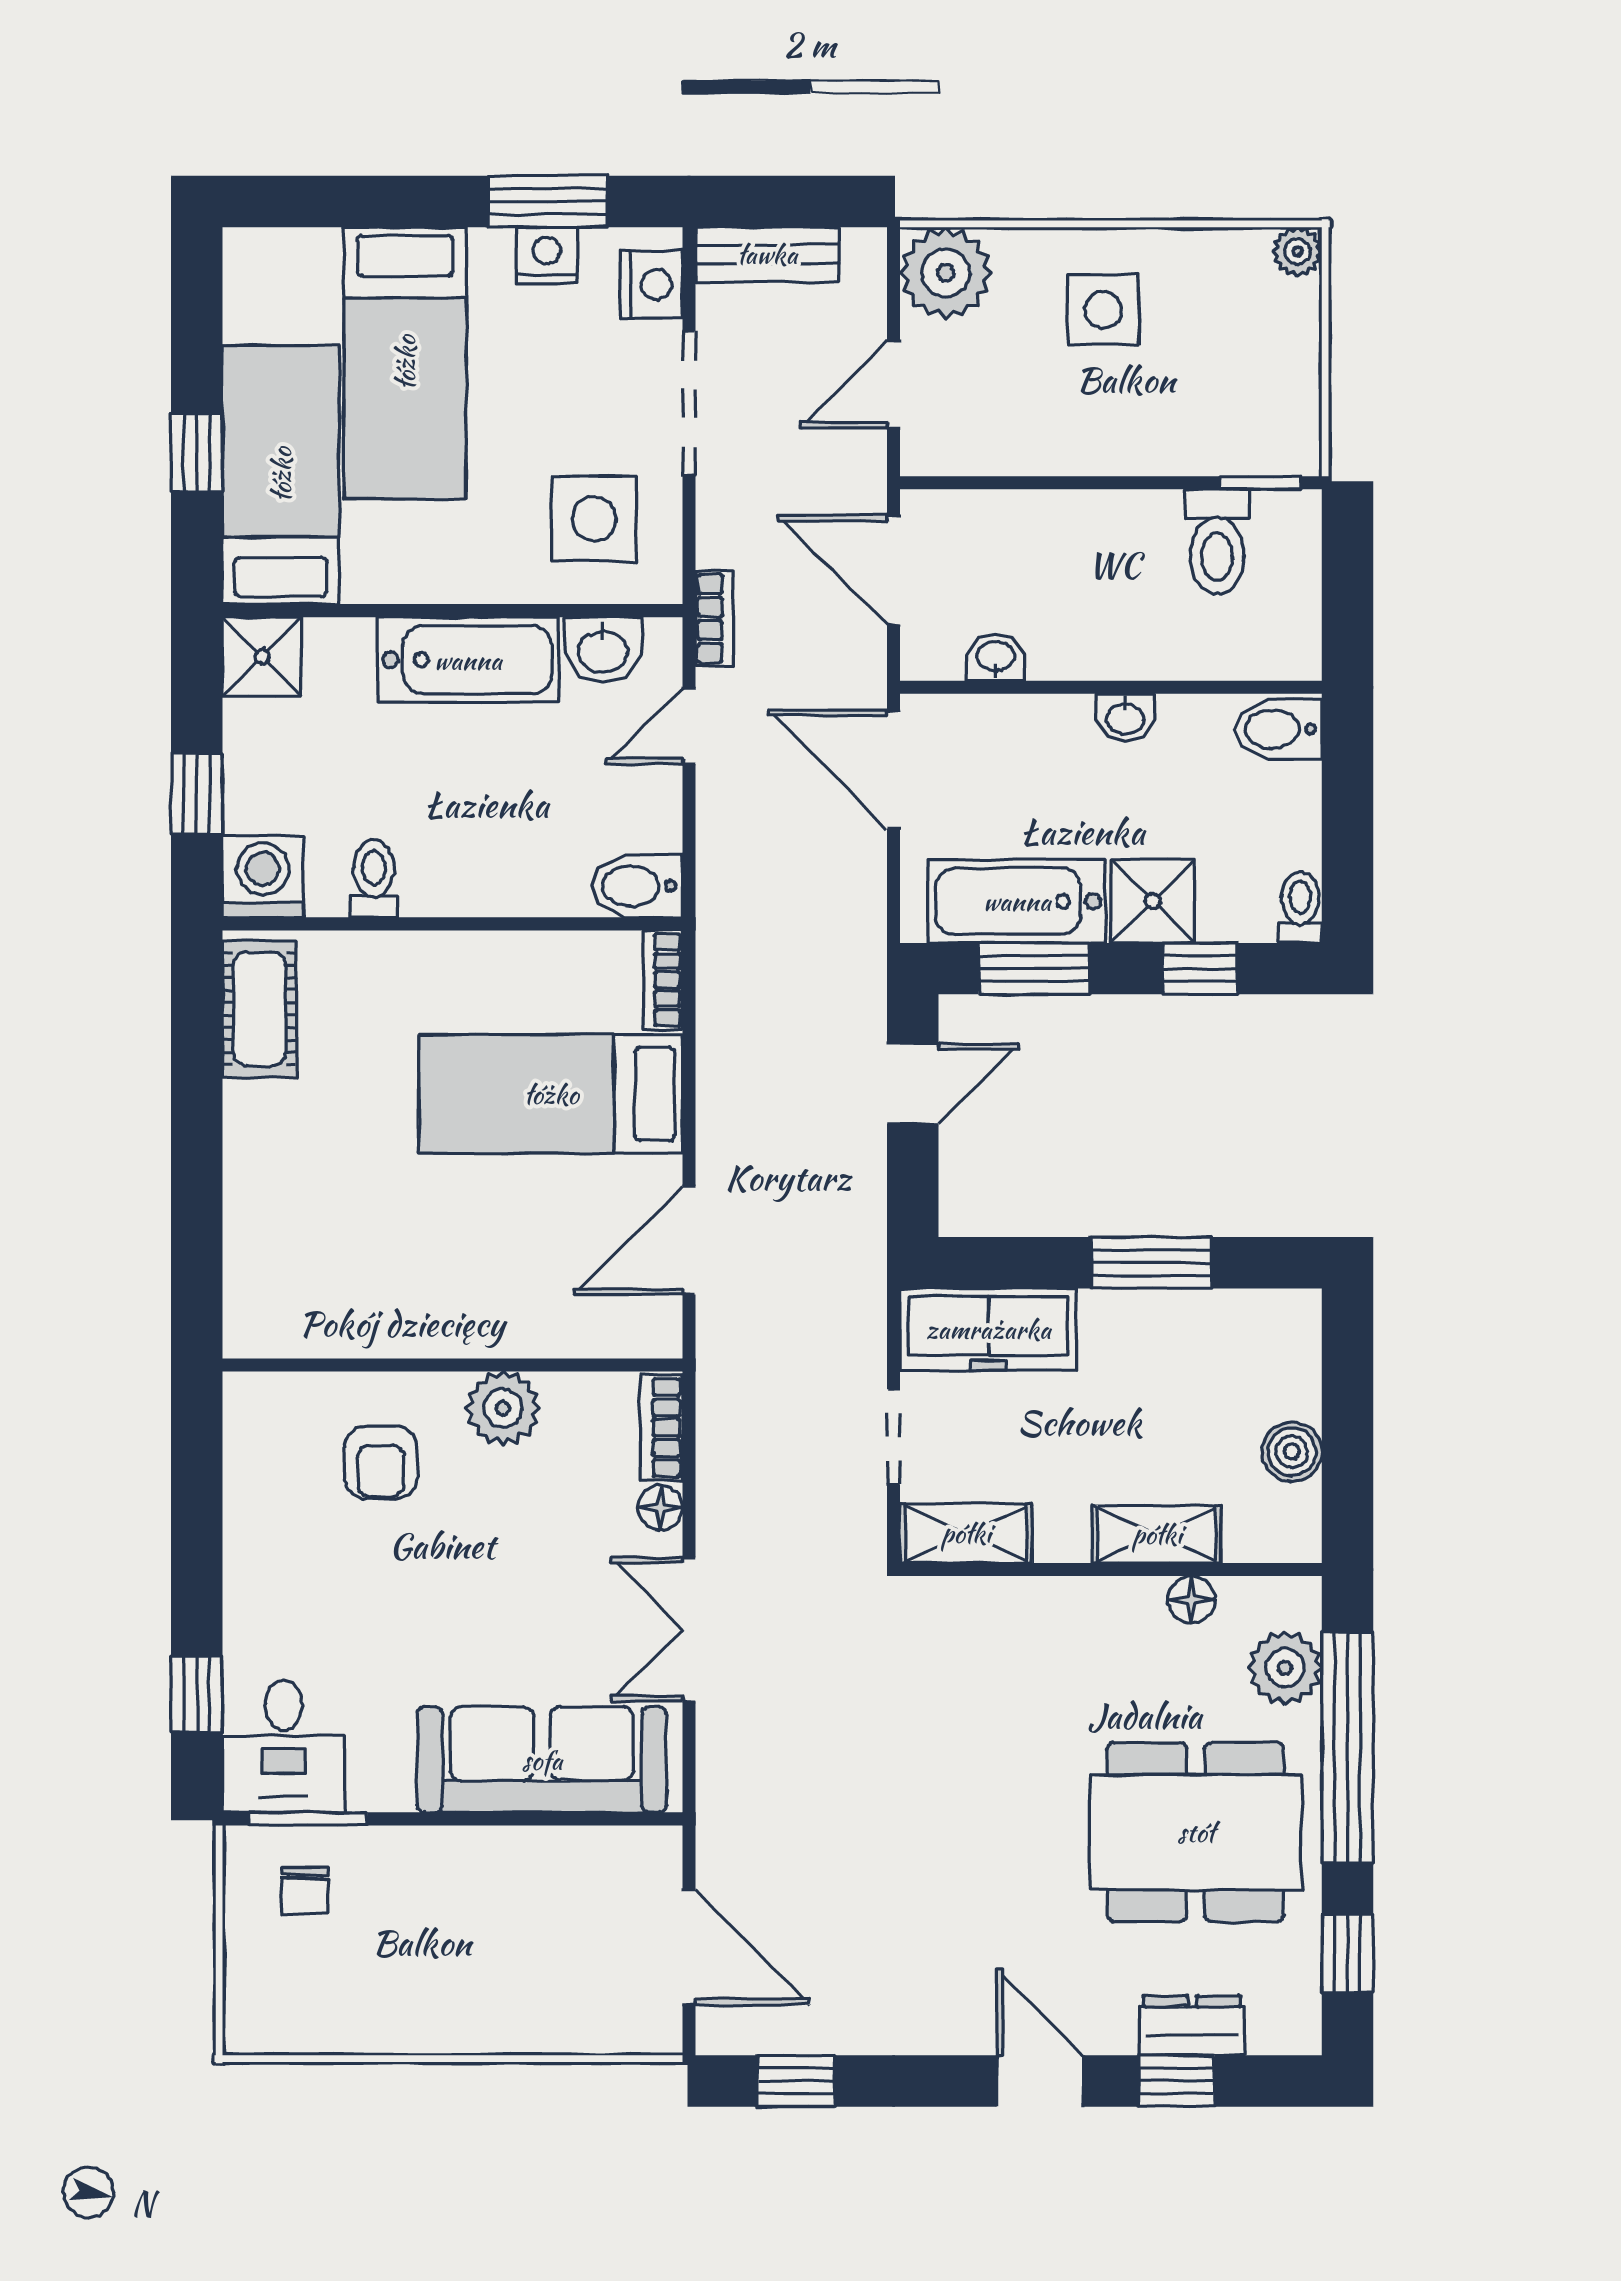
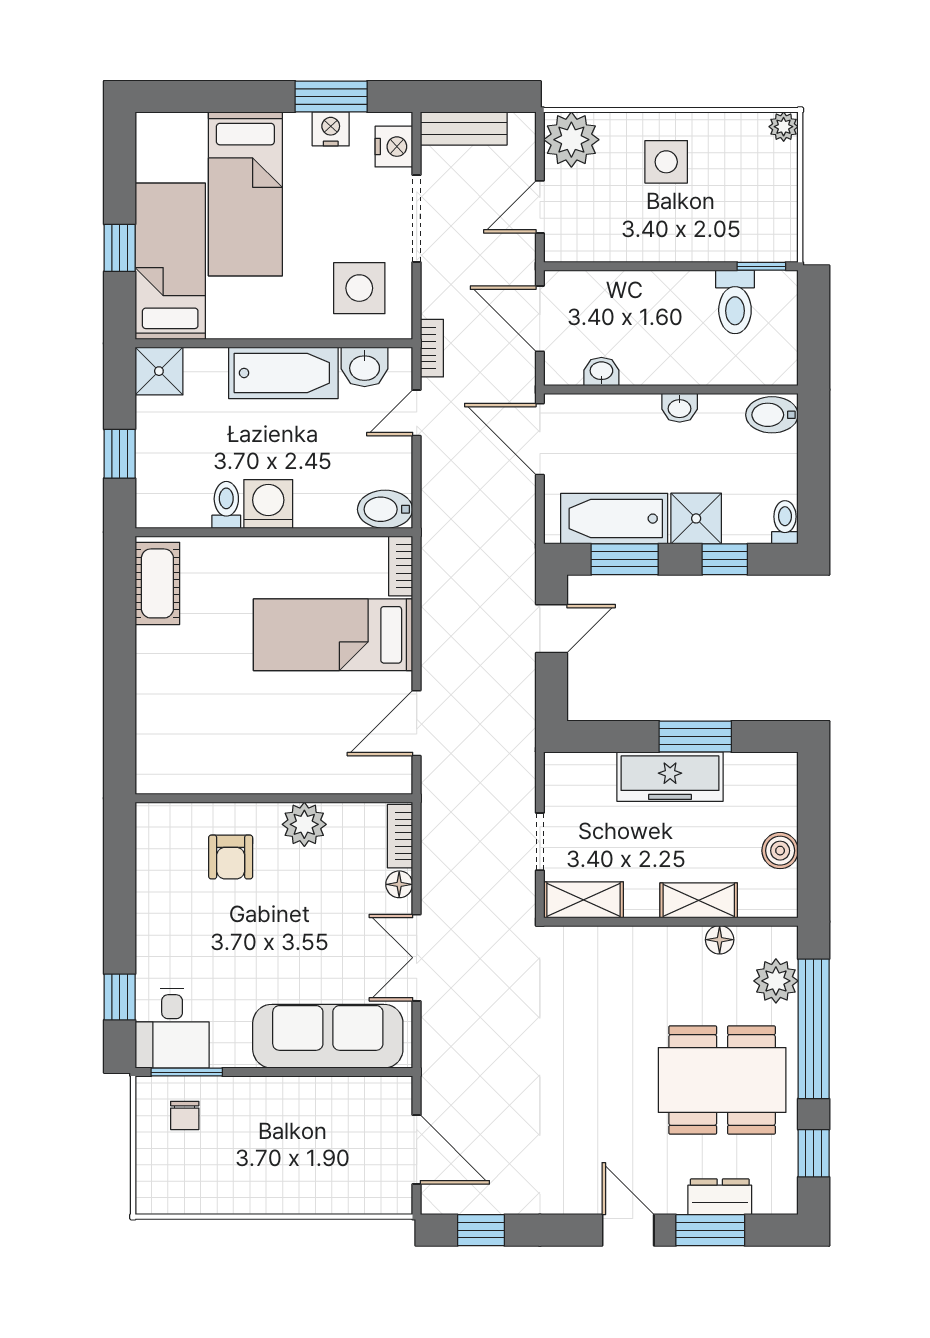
washing machine: (263, 877) -> (268, 504), moved
freezer: (988, 1329) -> (670, 777), moved
window: (1176, 2081) -> (710, 1230), width x1.50

